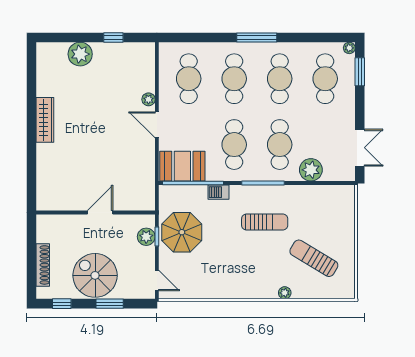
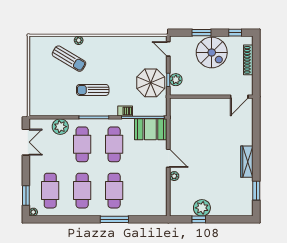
window: (257, 37) -> (114, 219), moved
plant: (80, 54) -> (202, 208), moved
window: (32, 79) -> (256, 191), added
cafe table: (189, 79) -> (146, 191), removed
double door: (360, 148) -> (26, 142), swing flipped
door: (100, 212) -> (239, 97), moved
sun lounger: (314, 258) -> (69, 59), moved

